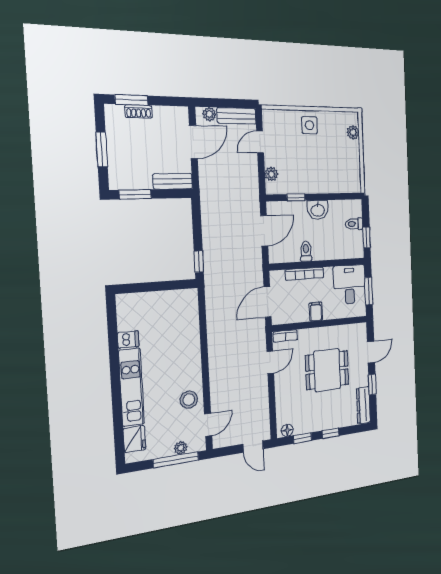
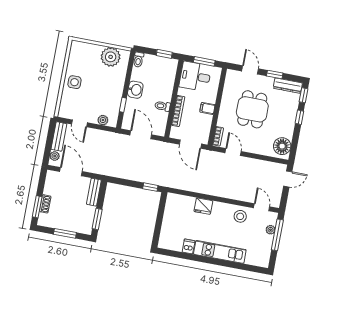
plant: (353, 132) -> (111, 57), moved, width x1.87, depth x1.87
toilet: (354, 224) -> (138, 60), moved
floor lamp: (287, 430) -> (282, 146), width x1.89, depth x1.89
window: (302, 438) -> (303, 95), moved
fridge: (134, 439) -> (203, 206), moved, turned 180

